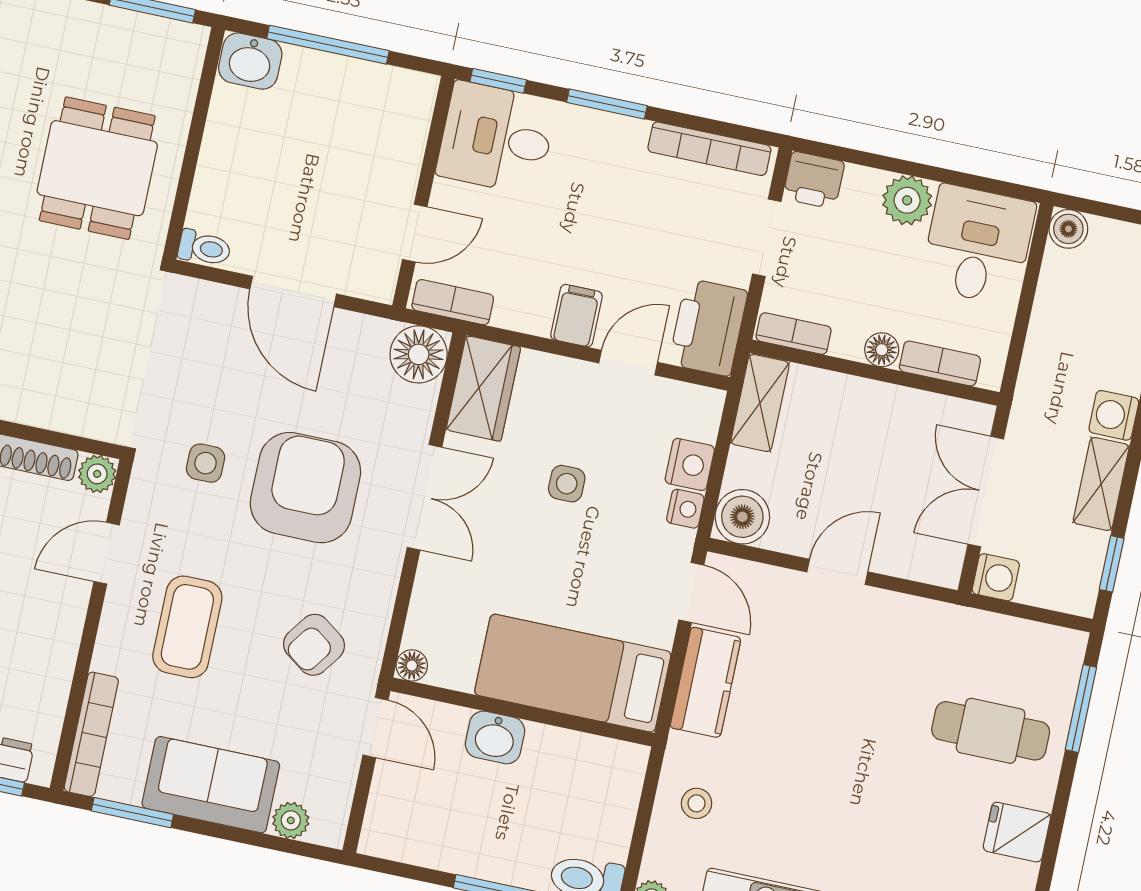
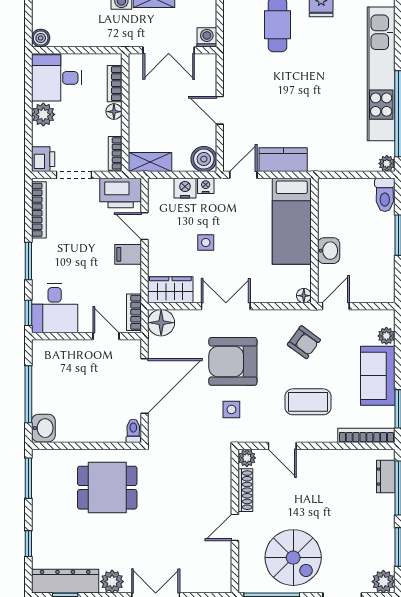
door: (293, 291) -> (145, 386), width x1.36
stool: (697, 803) -> (339, 152), removed

